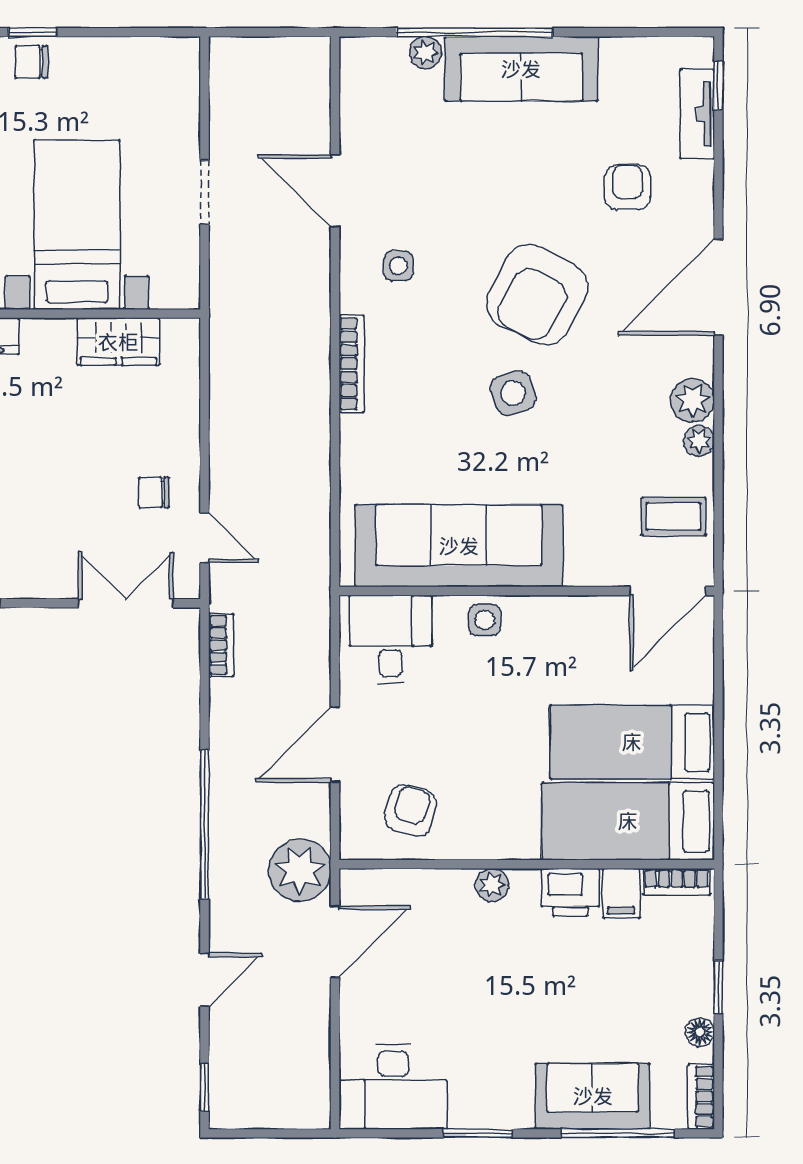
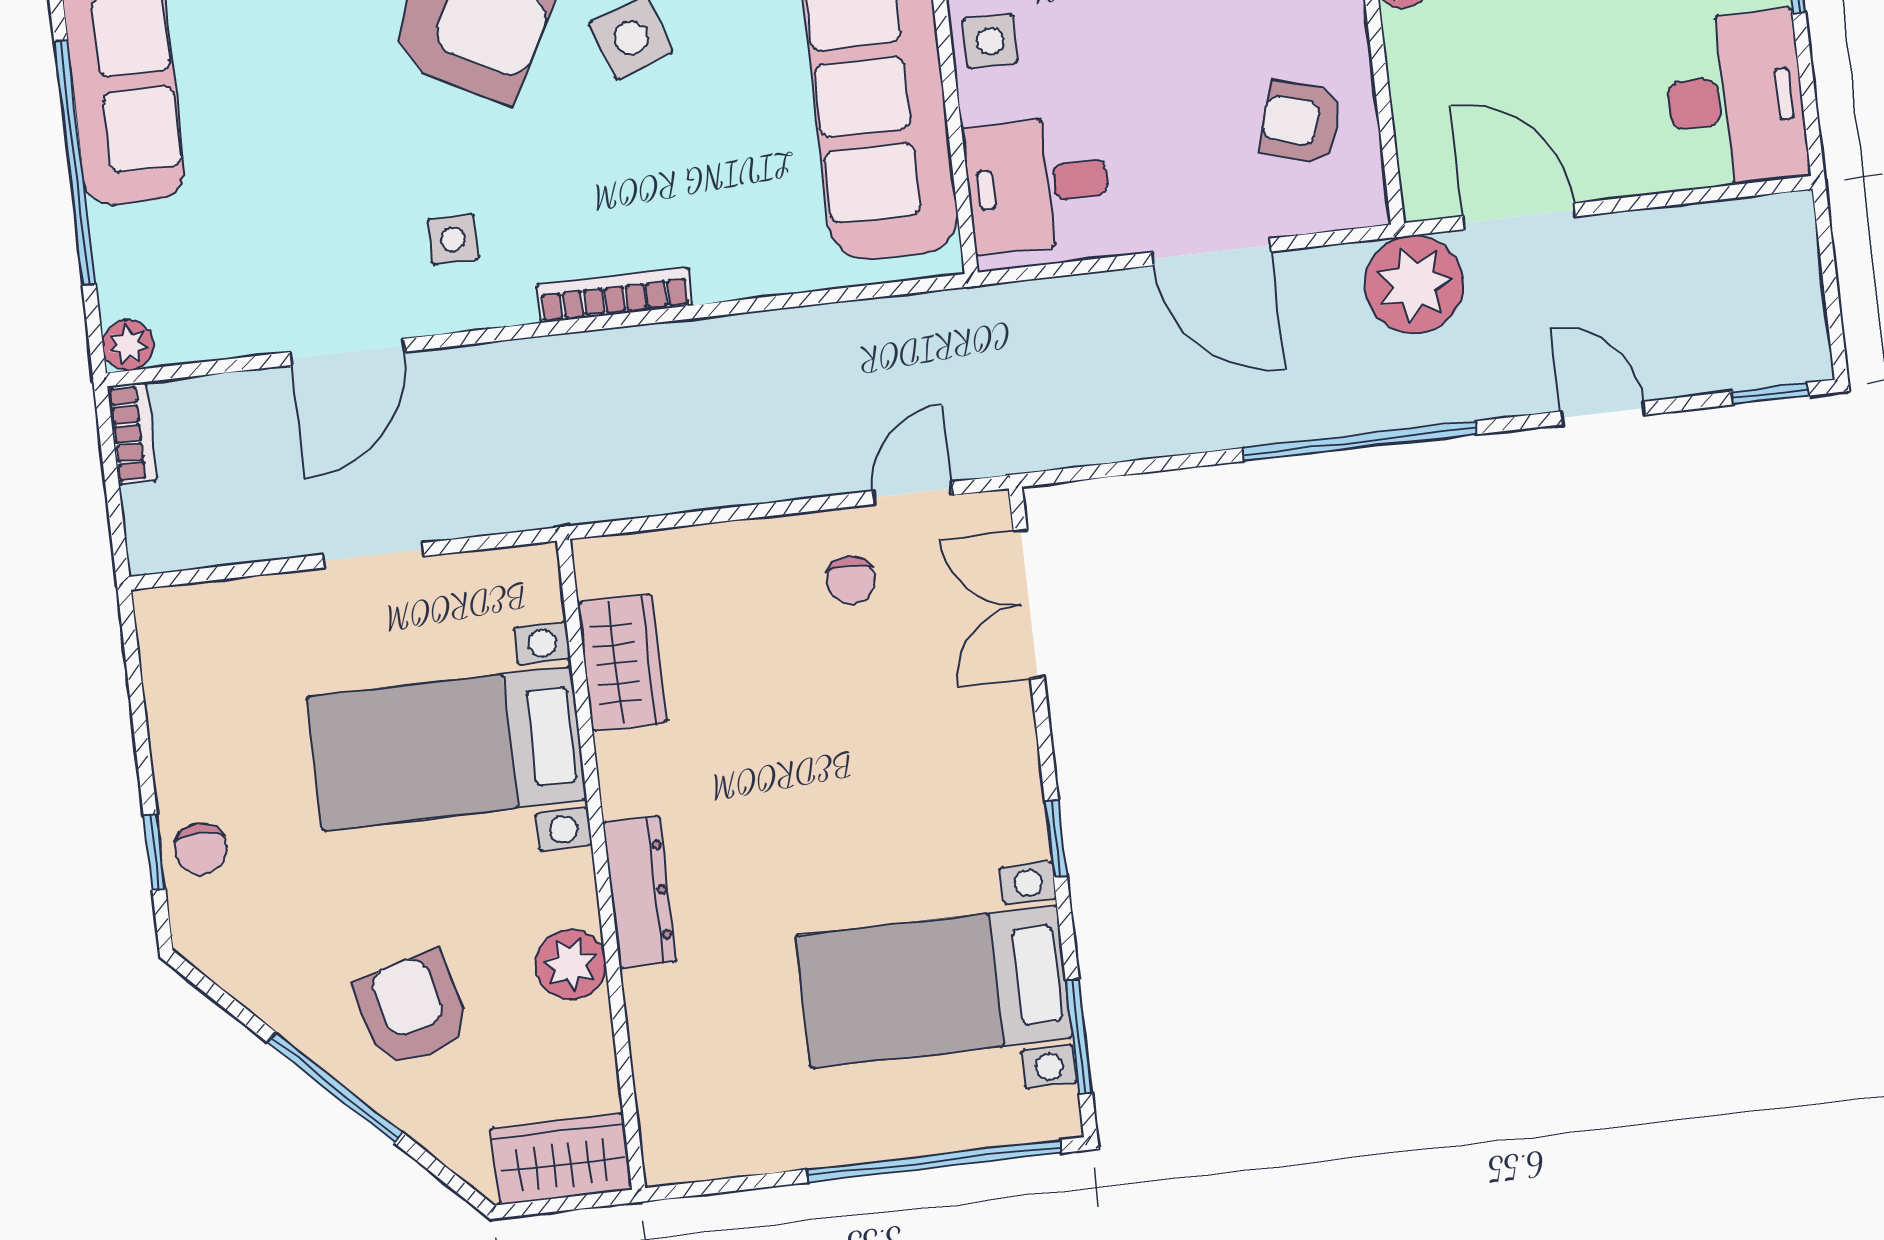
plant: (425, 53) -> (128, 345), moved
bookcase: (221, 645) -> (132, 433), moved, turned 90

